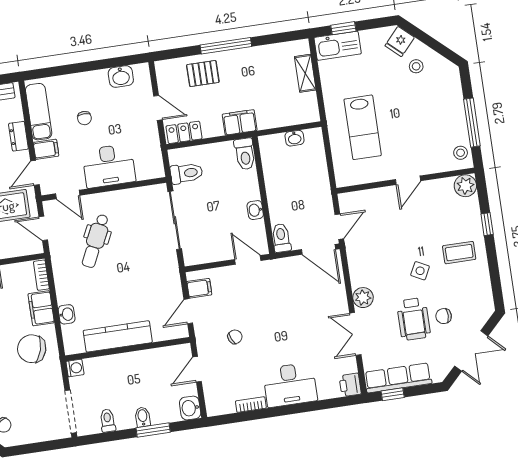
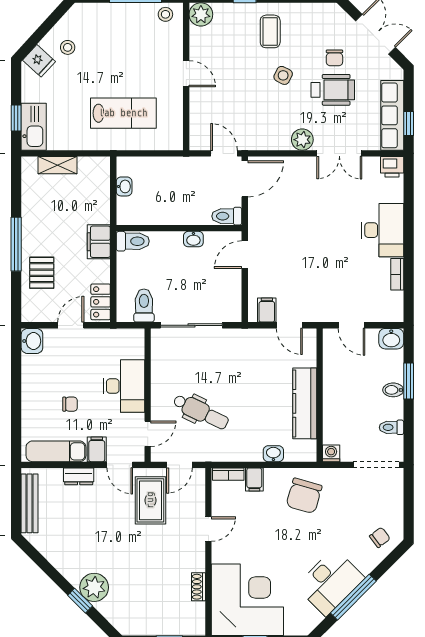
washbasin: (121, 77) -> (32, 341), moved
filing cabinet: (41, 308) -> (254, 480), width x0.50
chair: (235, 337) -> (323, 280), removed

